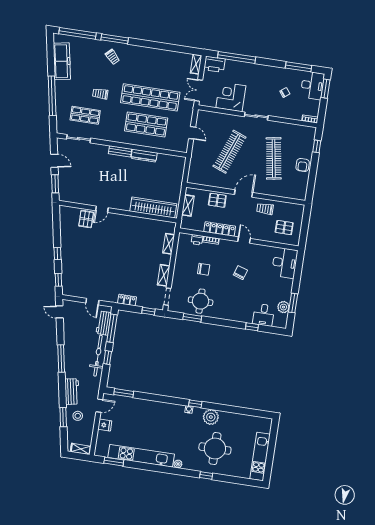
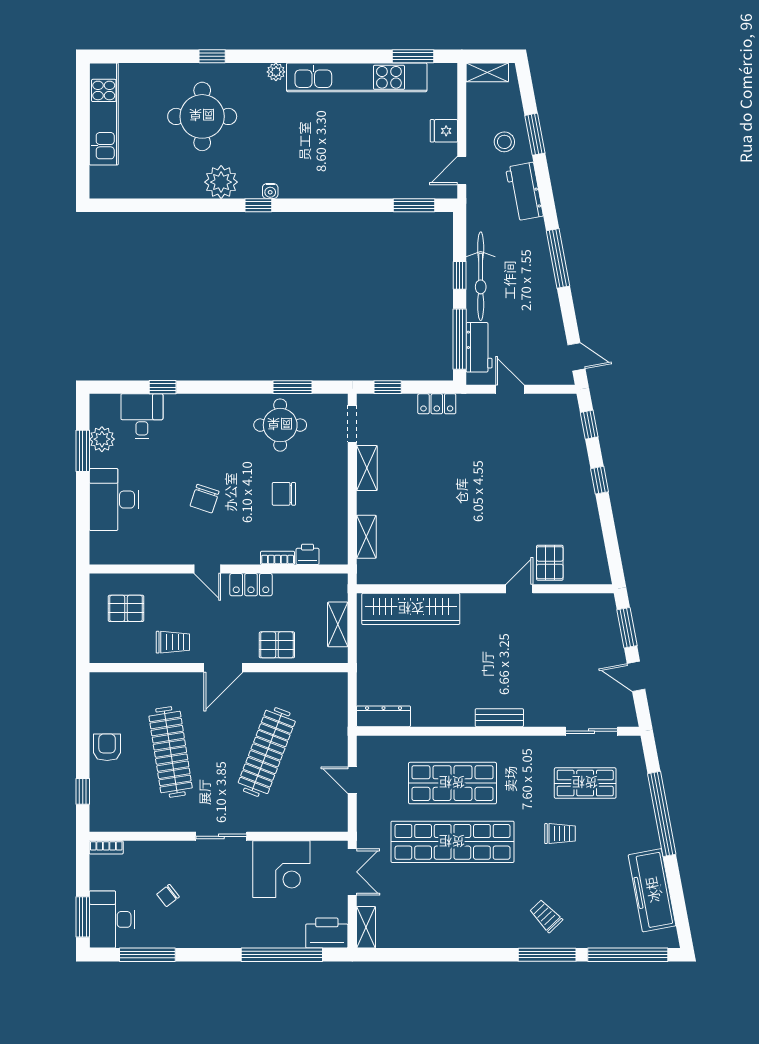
dresser: (144, 156) -> (384, 716), moved
locker: (220, 229) -> (251, 585), width x0.66
desk: (285, 263) -> (114, 500), moved

